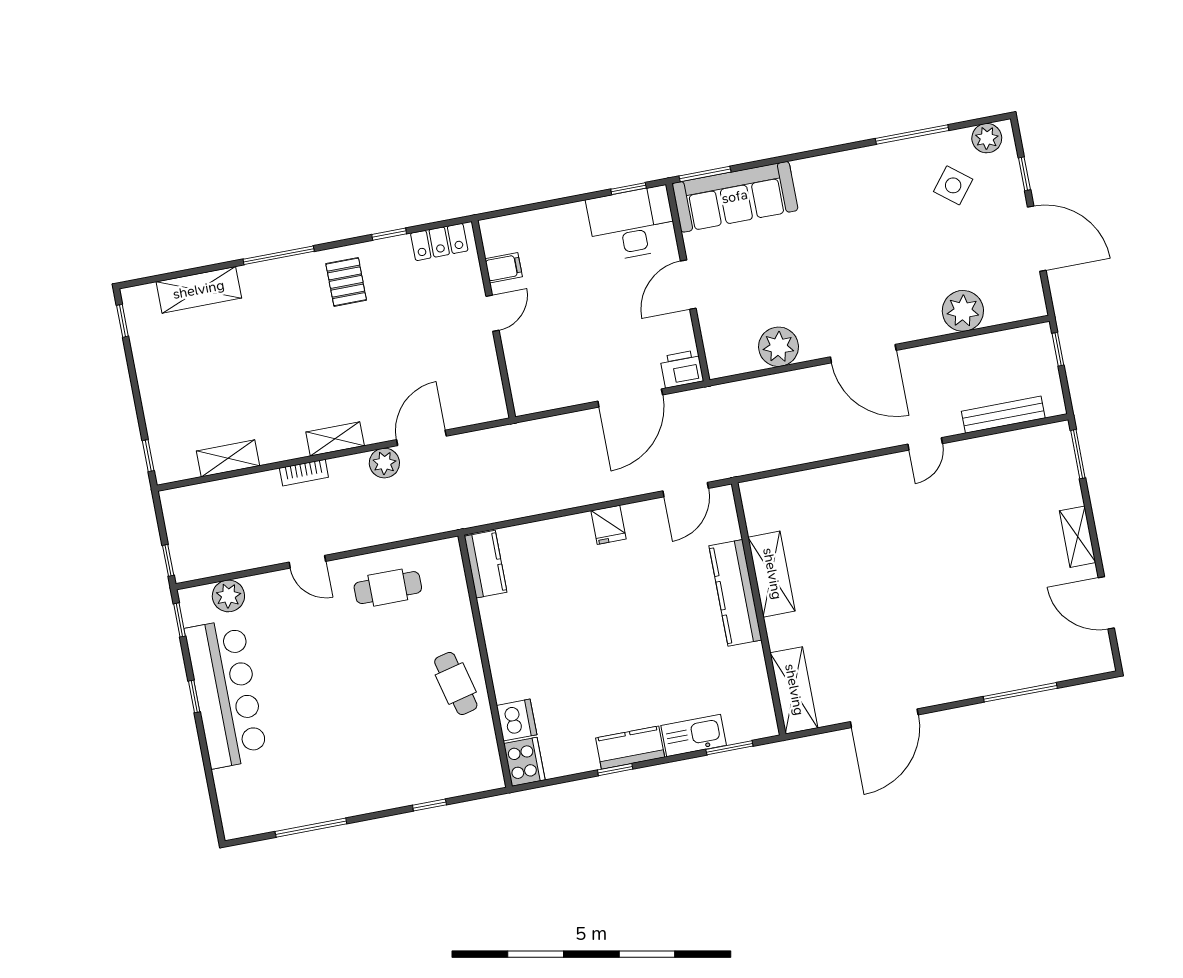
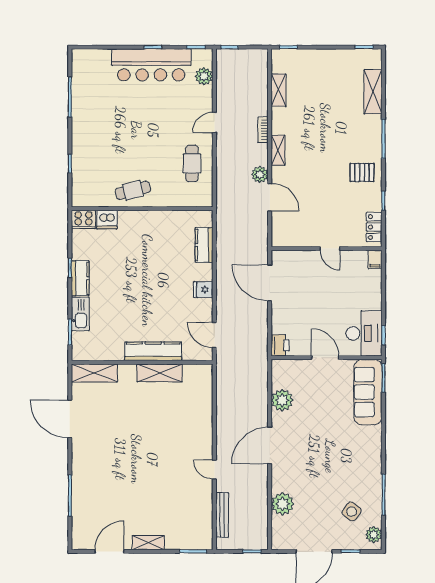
filing cabinet: (504, 268) -> (375, 259), moved
door: (630, 398) -> (270, 283), moved
kitchen counter: (486, 564) -> (204, 245), moved, turned 90

